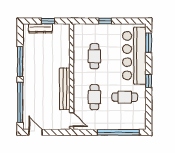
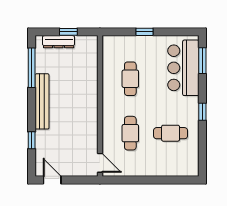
bar counter: (134, 56) -> (183, 68), width x0.73
window: (20, 62) -> (32, 68), moved
bench: (65, 89) -> (42, 101), moved
window: (20, 102) -> (32, 140), width x0.32
window: (118, 132) -> (162, 180), removed

